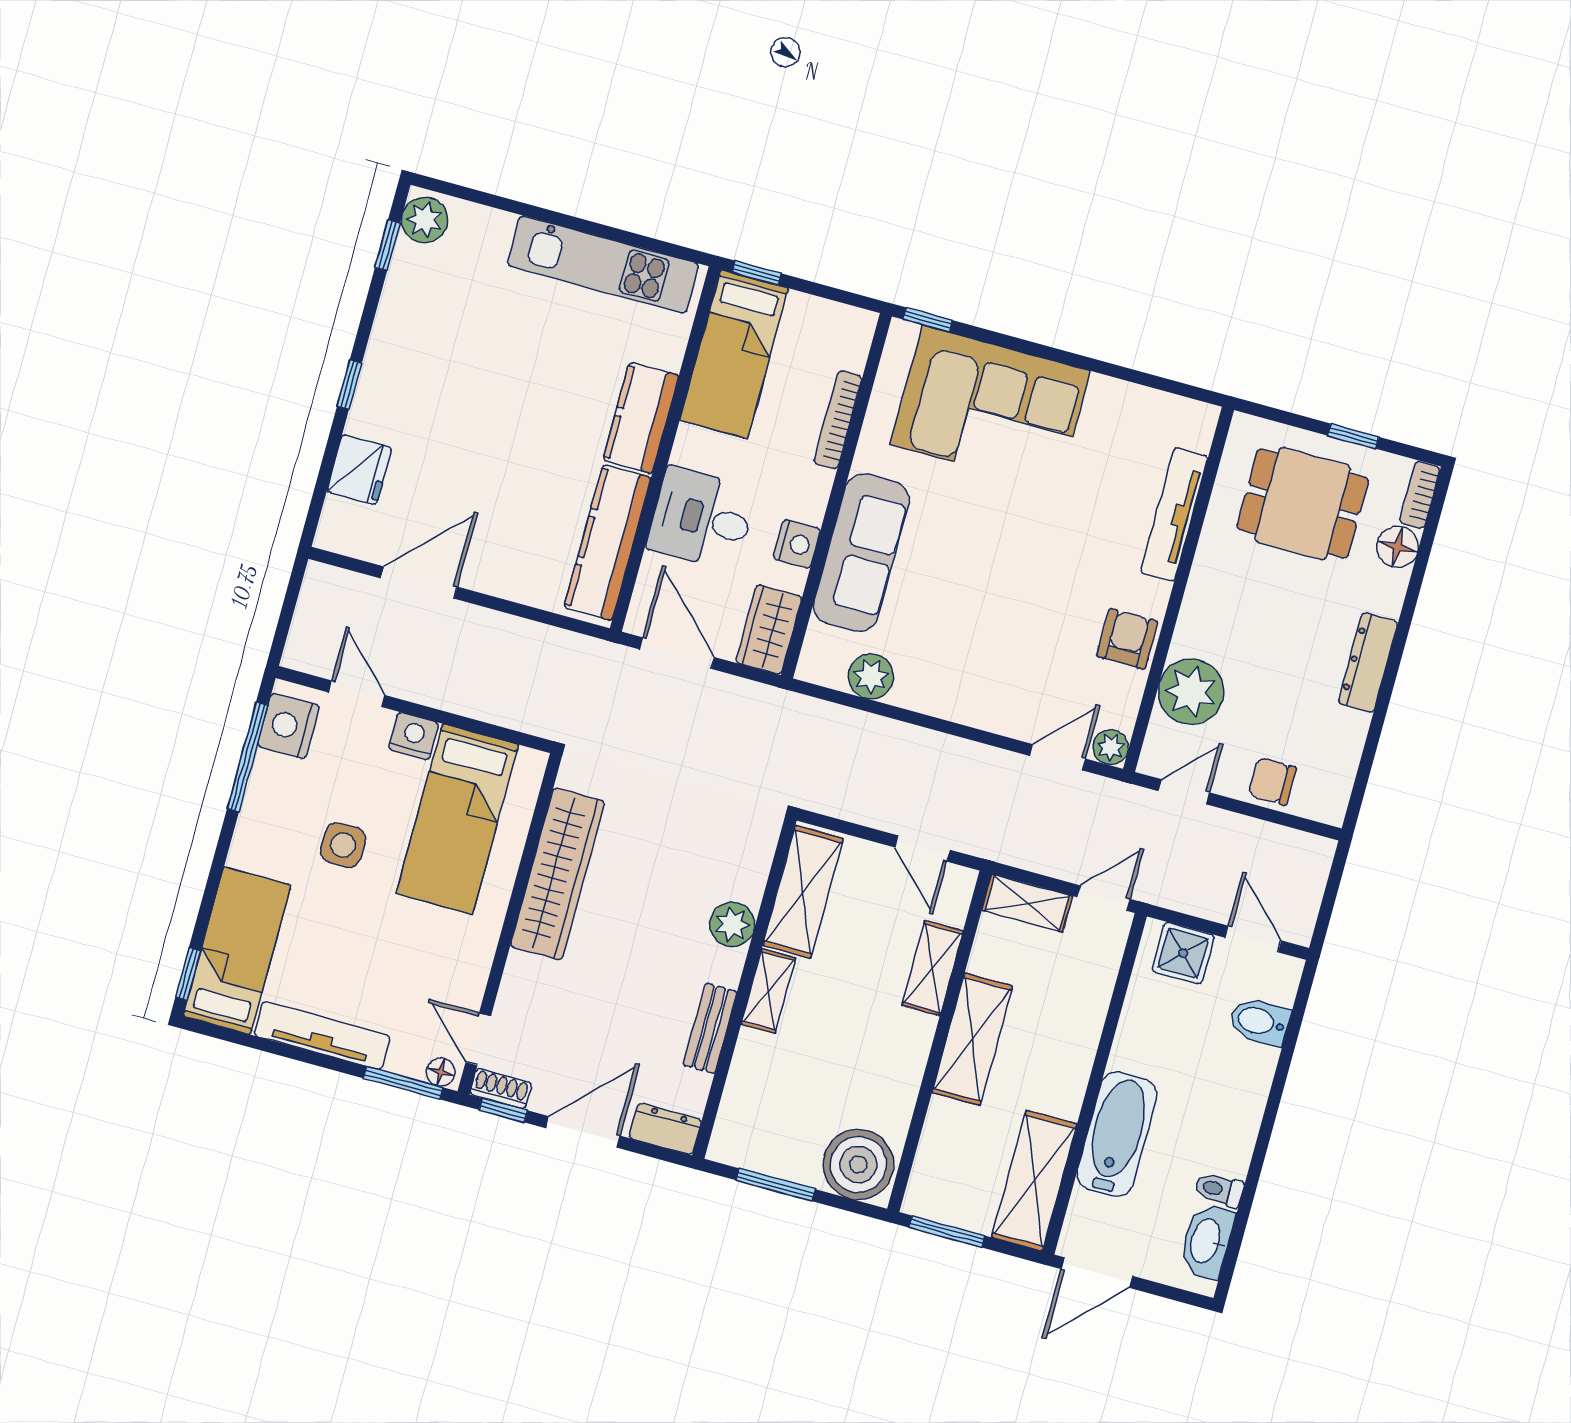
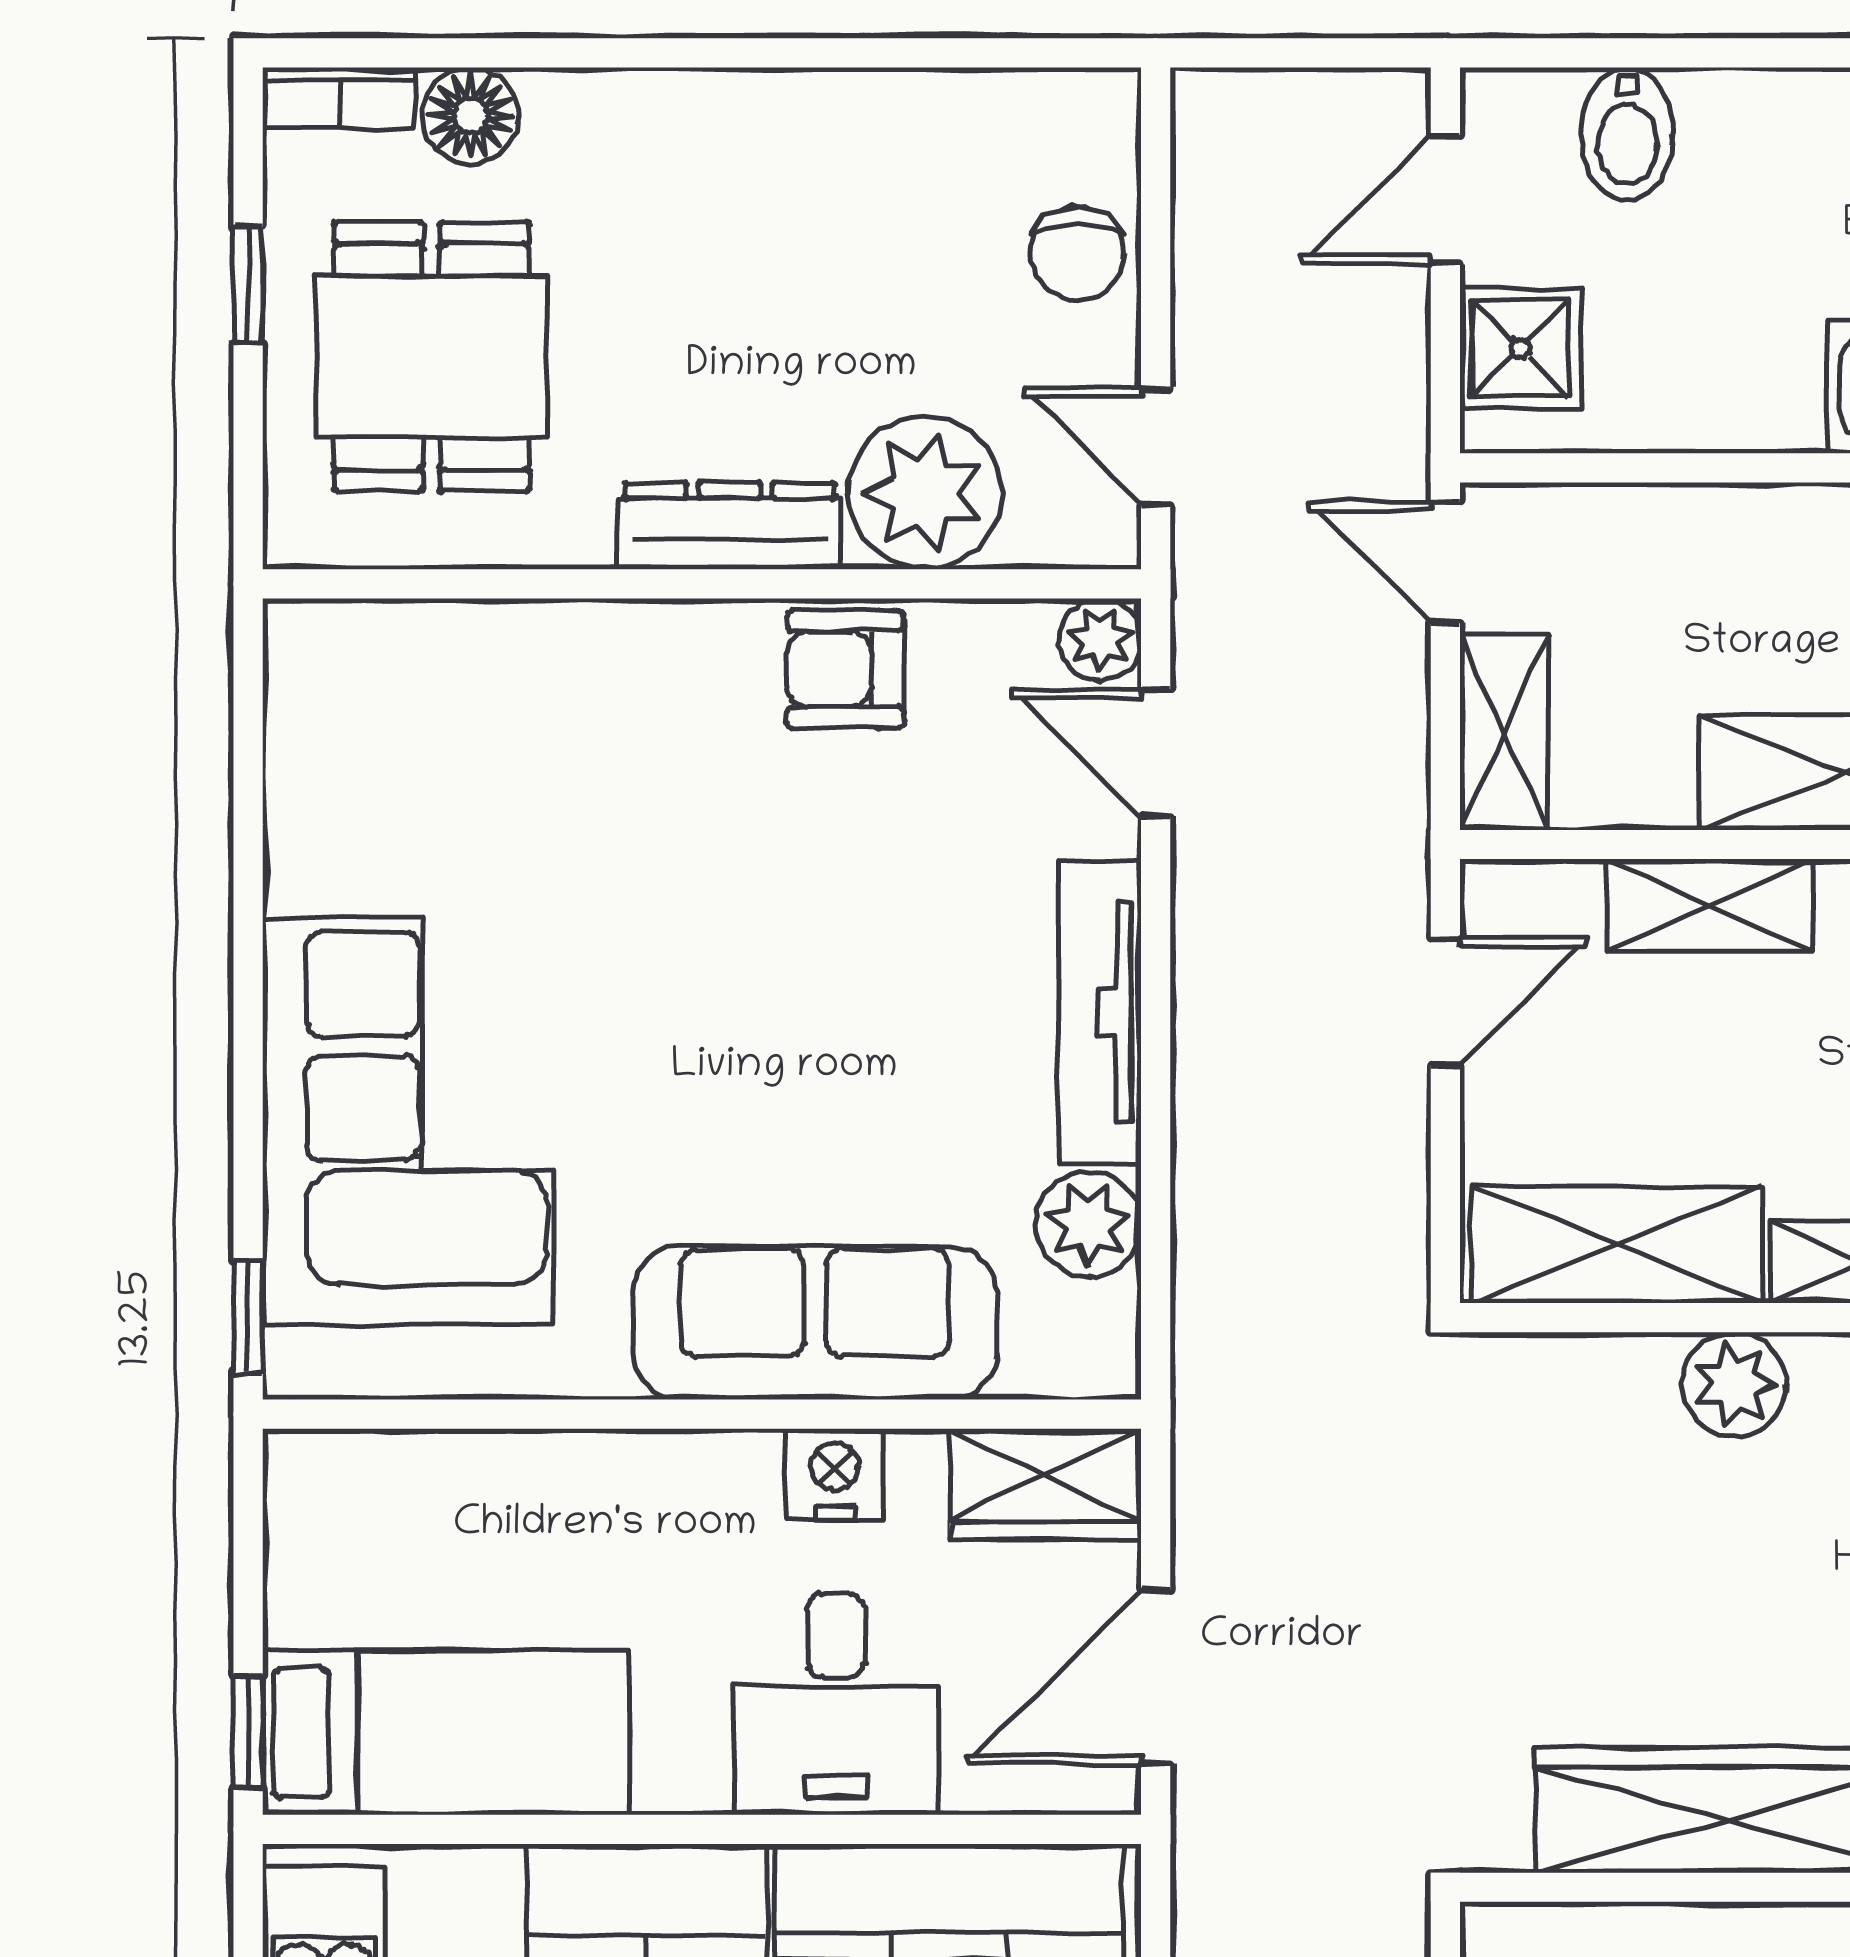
bookcase: (838, 420) -> (529, 1458), removed
tv unit: (1174, 514) -> (1100, 1012), moved, turned 90
dresser: (1368, 663) -> (729, 526), moved, turned 180

